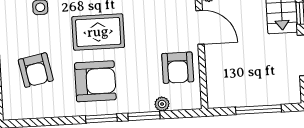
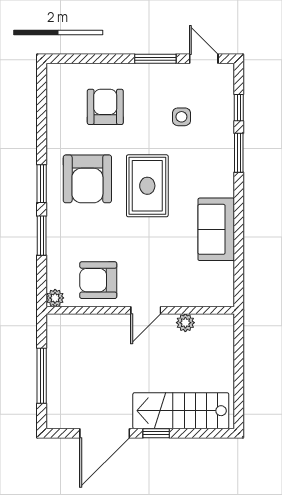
door: (200, 27) -> (146, 310), width x0.73
armchair: (36, 70) -> (105, 107), turned 101
plant: (162, 104) -> (55, 298), moved

